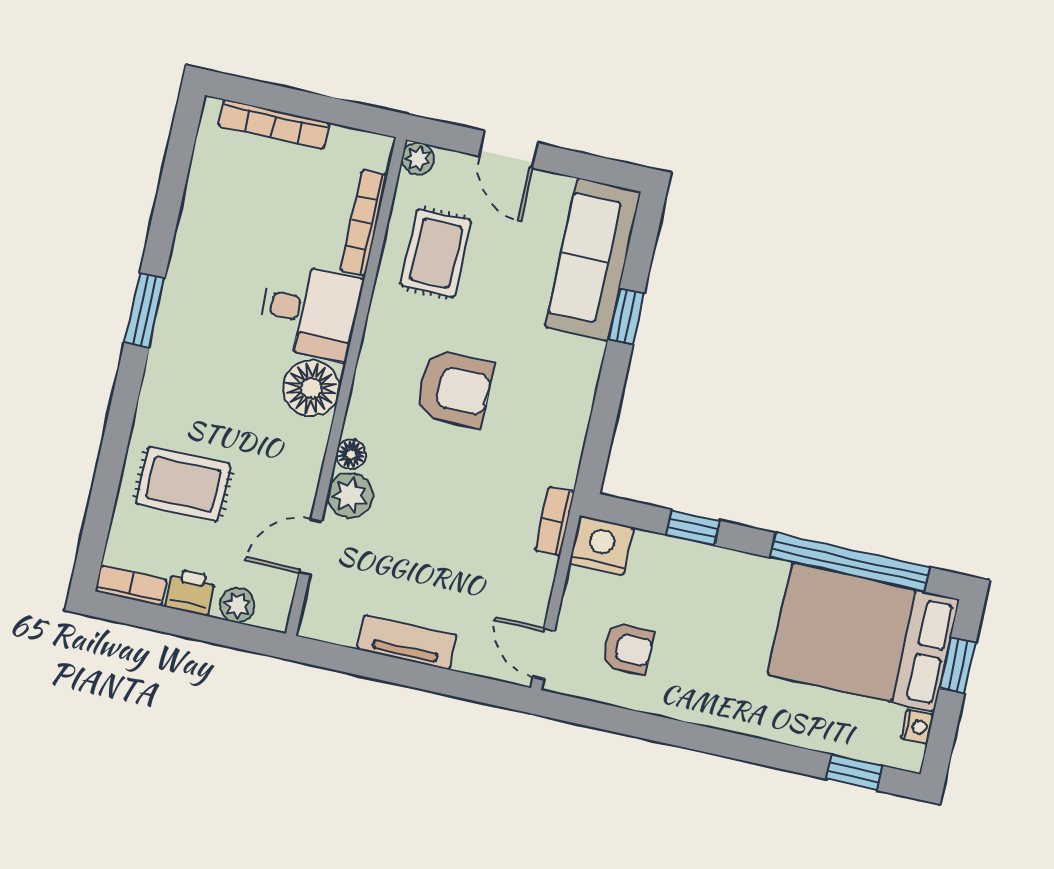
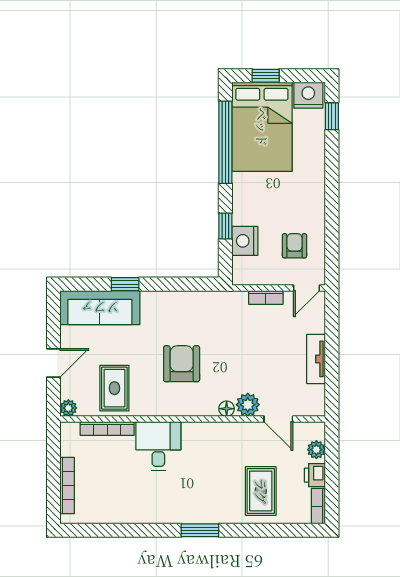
rug: (436, 253) -> (114, 388), turned 90
window: (144, 310) -> (200, 530), moved
floor lamp: (311, 388) -> (197, 436), removed
bookcase: (555, 521) -> (266, 297), moved
nightstand: (601, 545) -> (245, 241), moved
nightstand: (917, 727) -> (308, 95), width x1.89, depth x1.79

